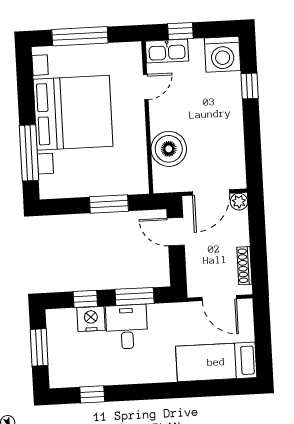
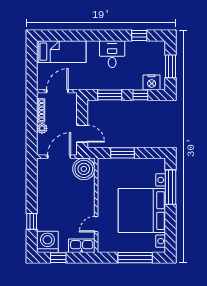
window: (180, 31) -> (58, 258), moved
boiler: (169, 149) -> (84, 169), moved
plant: (239, 202) -> (42, 128), moved
door: (219, 298) -> (57, 91), hinge flipped
nightstand: (91, 319) -> (152, 82), moved
desk: (127, 327) -> (112, 54), moved, turned 180

